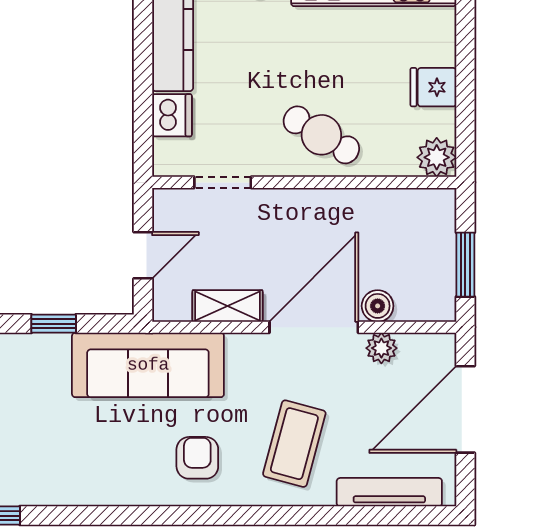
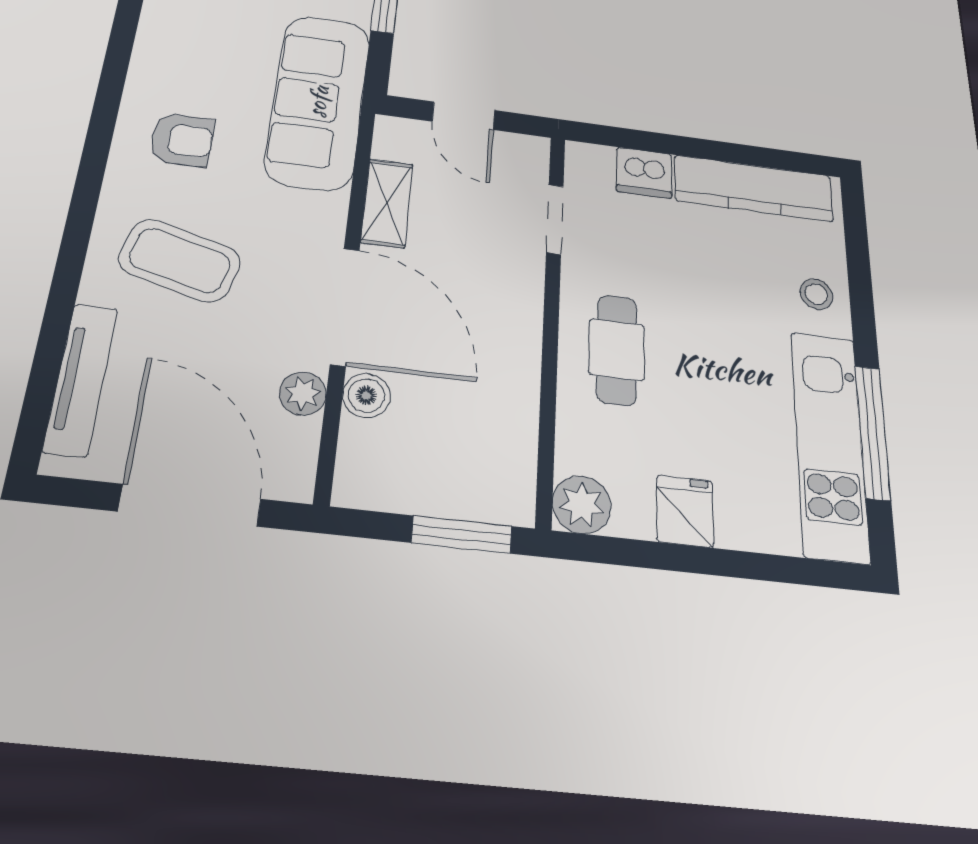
cafe table: (321, 135) -> (617, 350), turned -31
window: (465, 265) -> (462, 534), moved

